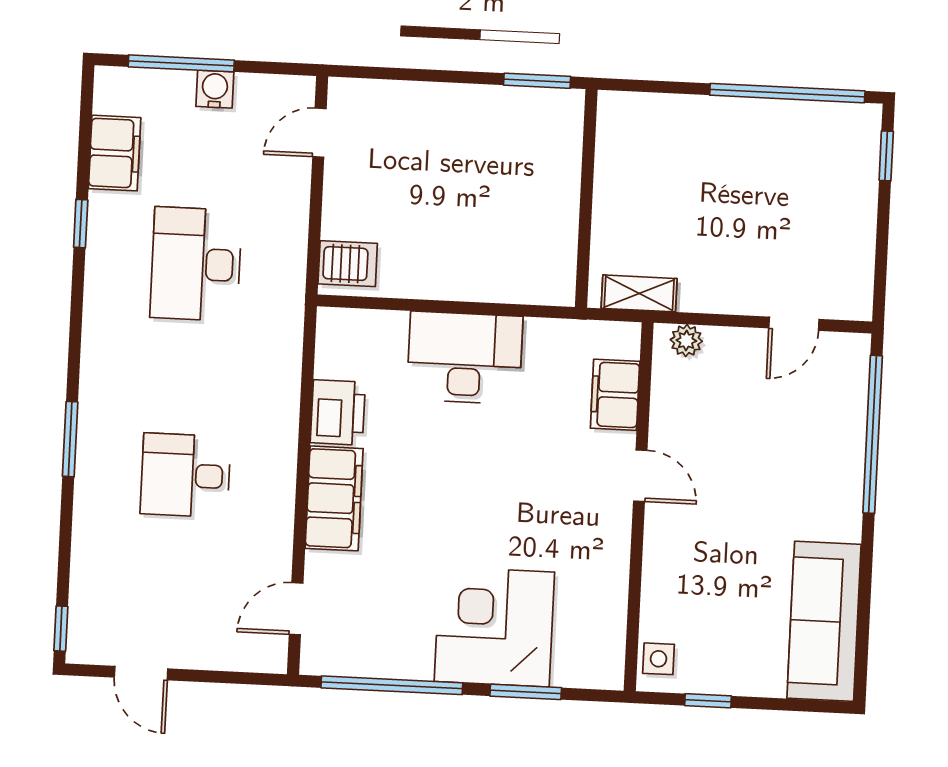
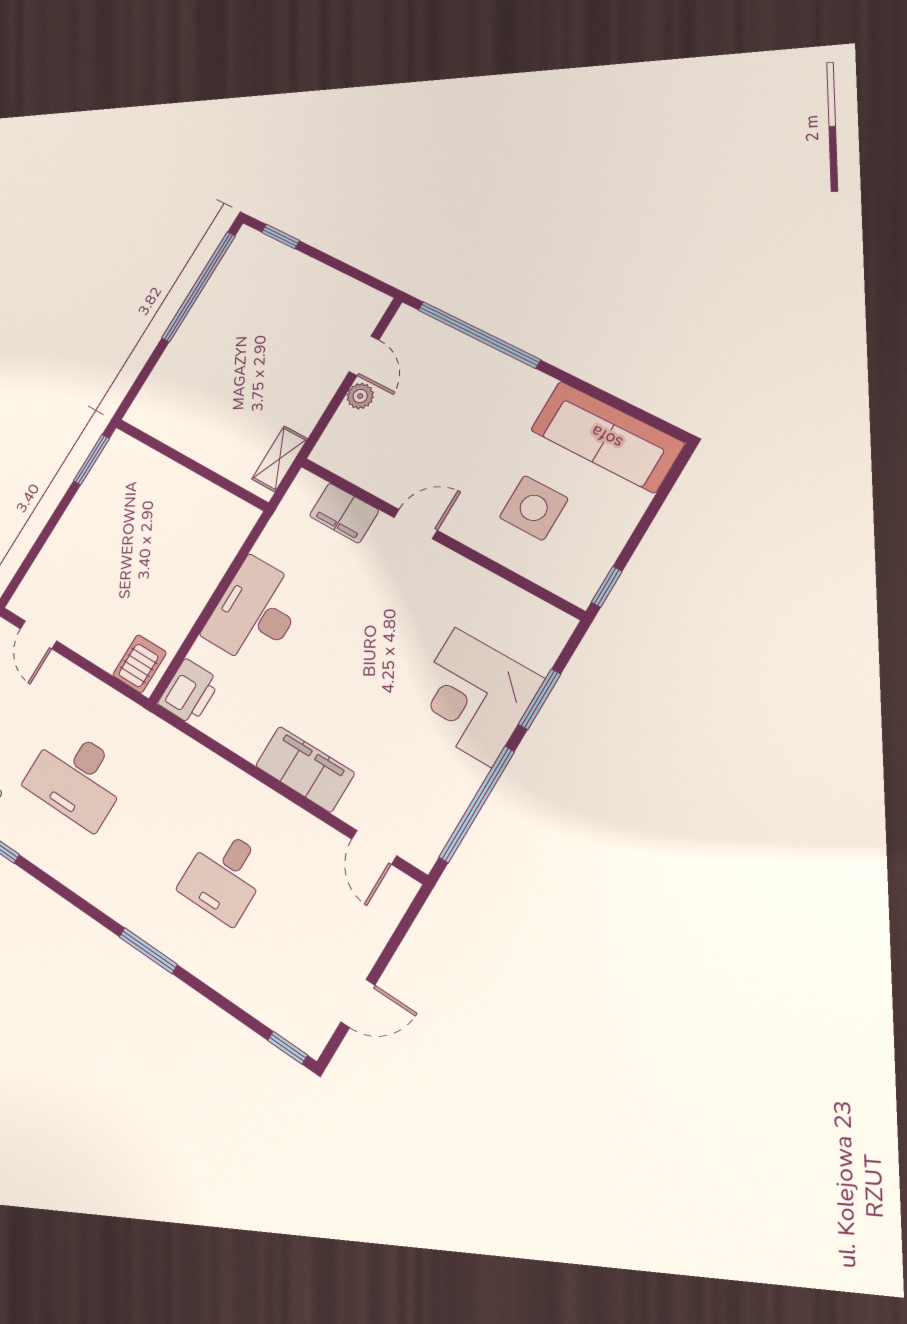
plant: (686, 341) -> (360, 396), moved
printer: (338, 412) -> (189, 692), moved, turned 90
side table: (658, 659) -> (534, 508), moved, width x1.87, depth x1.87
window: (708, 701) -> (607, 587), moved

